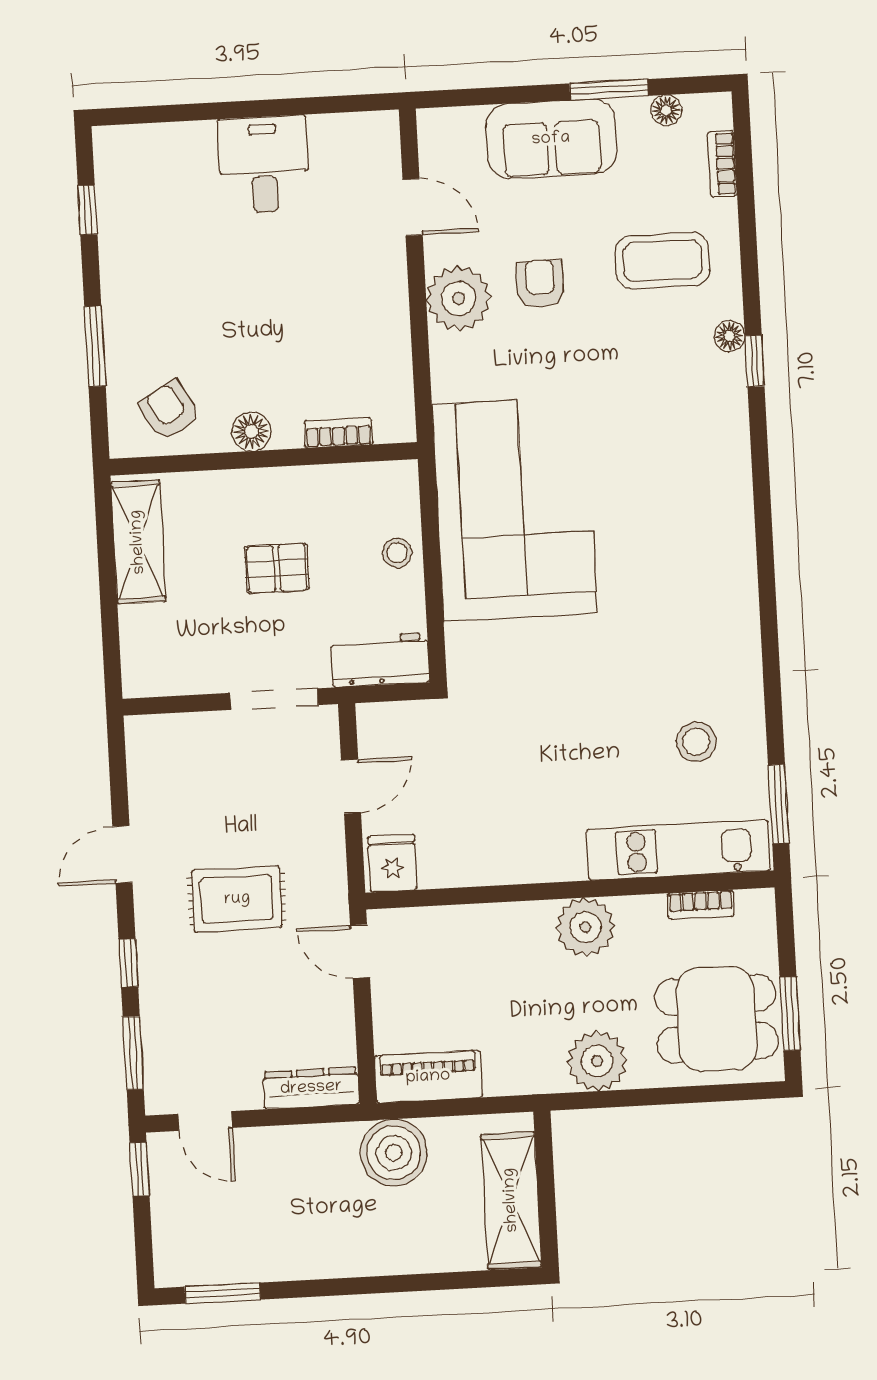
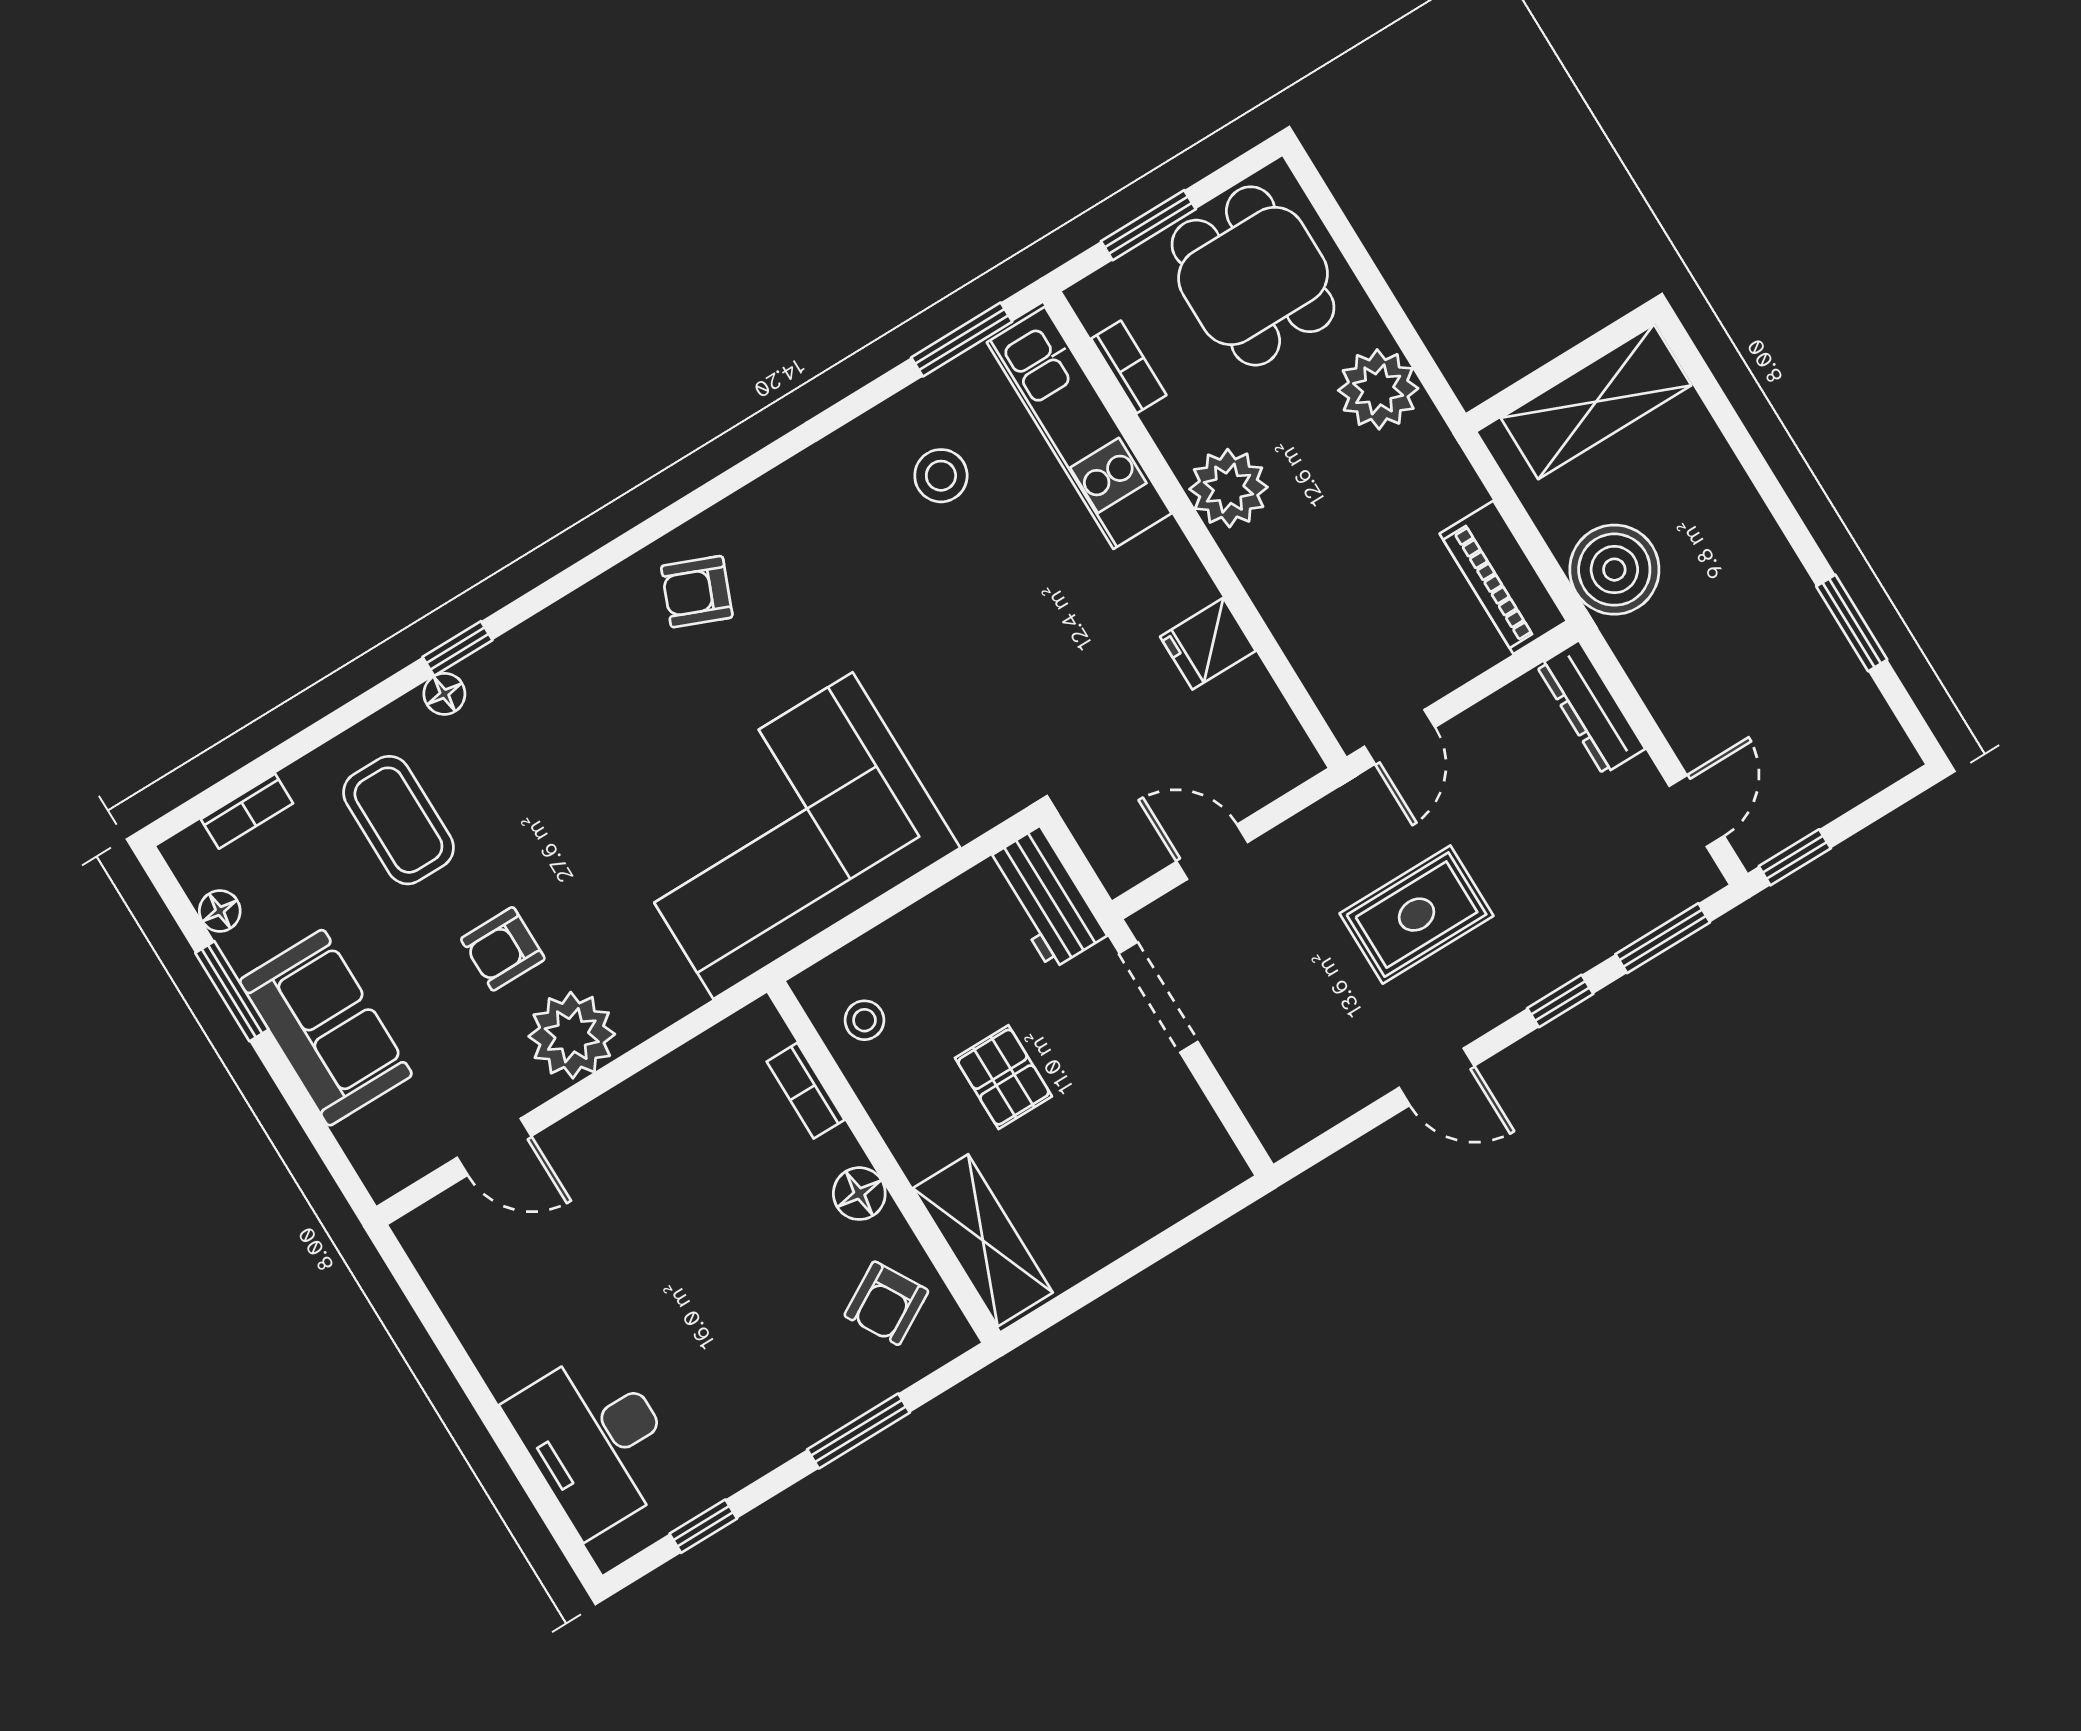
desk: (264, 165) -> (595, 1441), moved, width x1.37
door: (413, 207) -> (494, 1147), swing flipped
armchair: (707, 539) -> (697, 592), added
shelving: (138, 542) -> (983, 1240), moved, turned 90
stool: (397, 553) -> (864, 1020), moved
fridge: (392, 863) -> (1208, 644), moved
rug: (237, 899) -> (1417, 915), turned 90
window: (790, 1014) -> (1148, 225), moved
window: (222, 1293) -> (1852, 623), moved

